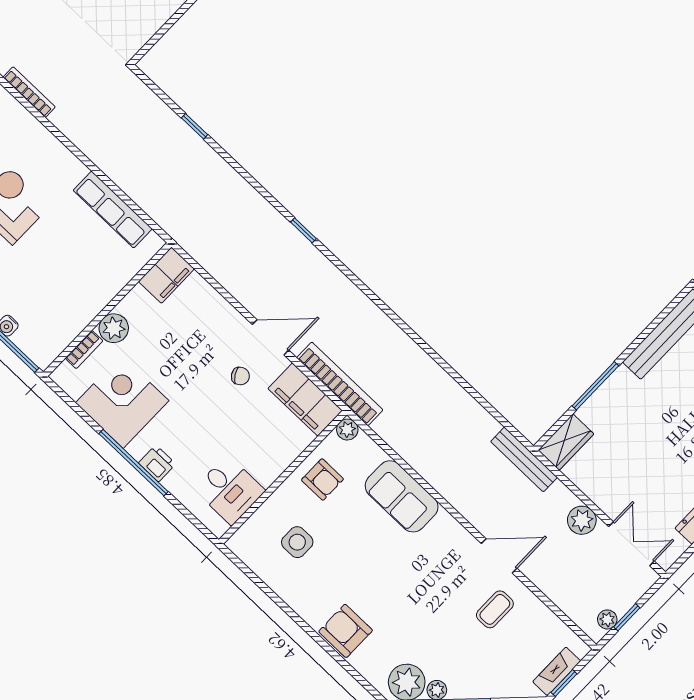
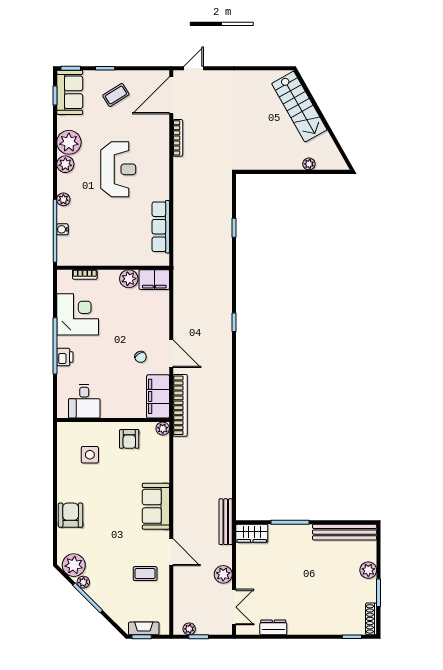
plant: (114, 328) -> (129, 279), moved
sofa: (402, 496) -> (156, 506), moved

